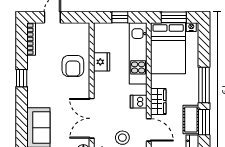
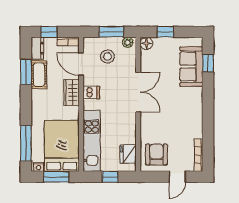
fridge: (102, 62) -> (128, 154), moved
armchair: (73, 66) -> (156, 154), moved
window: (22, 78) -> (208, 63), moved
window: (204, 85) -> (26, 143), moved
double door: (92, 118) -> (138, 92), moved

